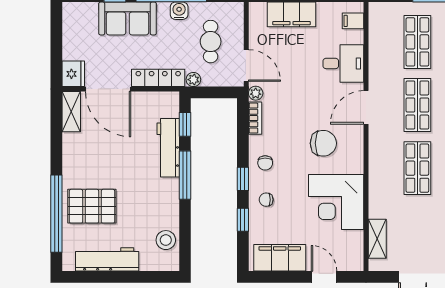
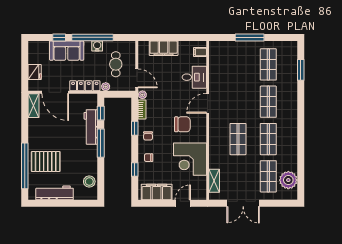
shop shelf: (417, 42) -> (238, 64), removed
fridge: (73, 74) -> (35, 72), moved
shop shelf: (417, 105) -> (238, 102), removed
window: (243, 179) -> (135, 128), moved
door: (324, 277) -> (183, 203), hinge flipped

